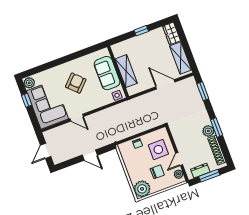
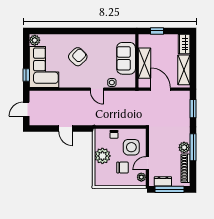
shelving: (126, 71) -> (145, 63), moved
wall: (118, 72) -> (137, 61), moved
sofa: (107, 73) -> (126, 58), moved
window: (27, 100) -> (26, 75), moved
door: (77, 118) -> (97, 89), moved
window: (217, 128) -> (193, 147), width x1.44
window: (209, 176) -> (169, 189), width x1.44
plant: (142, 189) -> (102, 156), moved

